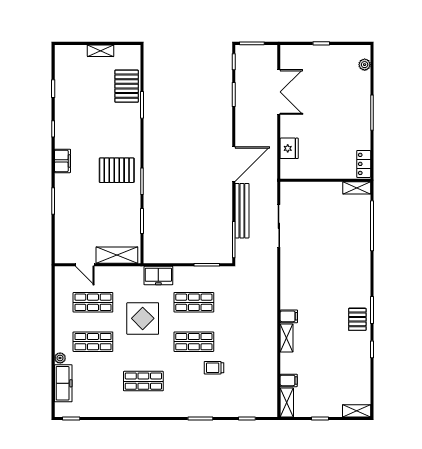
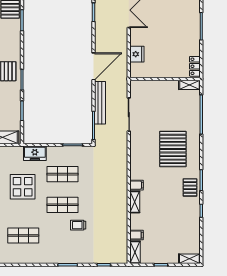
pallet: (335, 270) -> (173, 149), added

